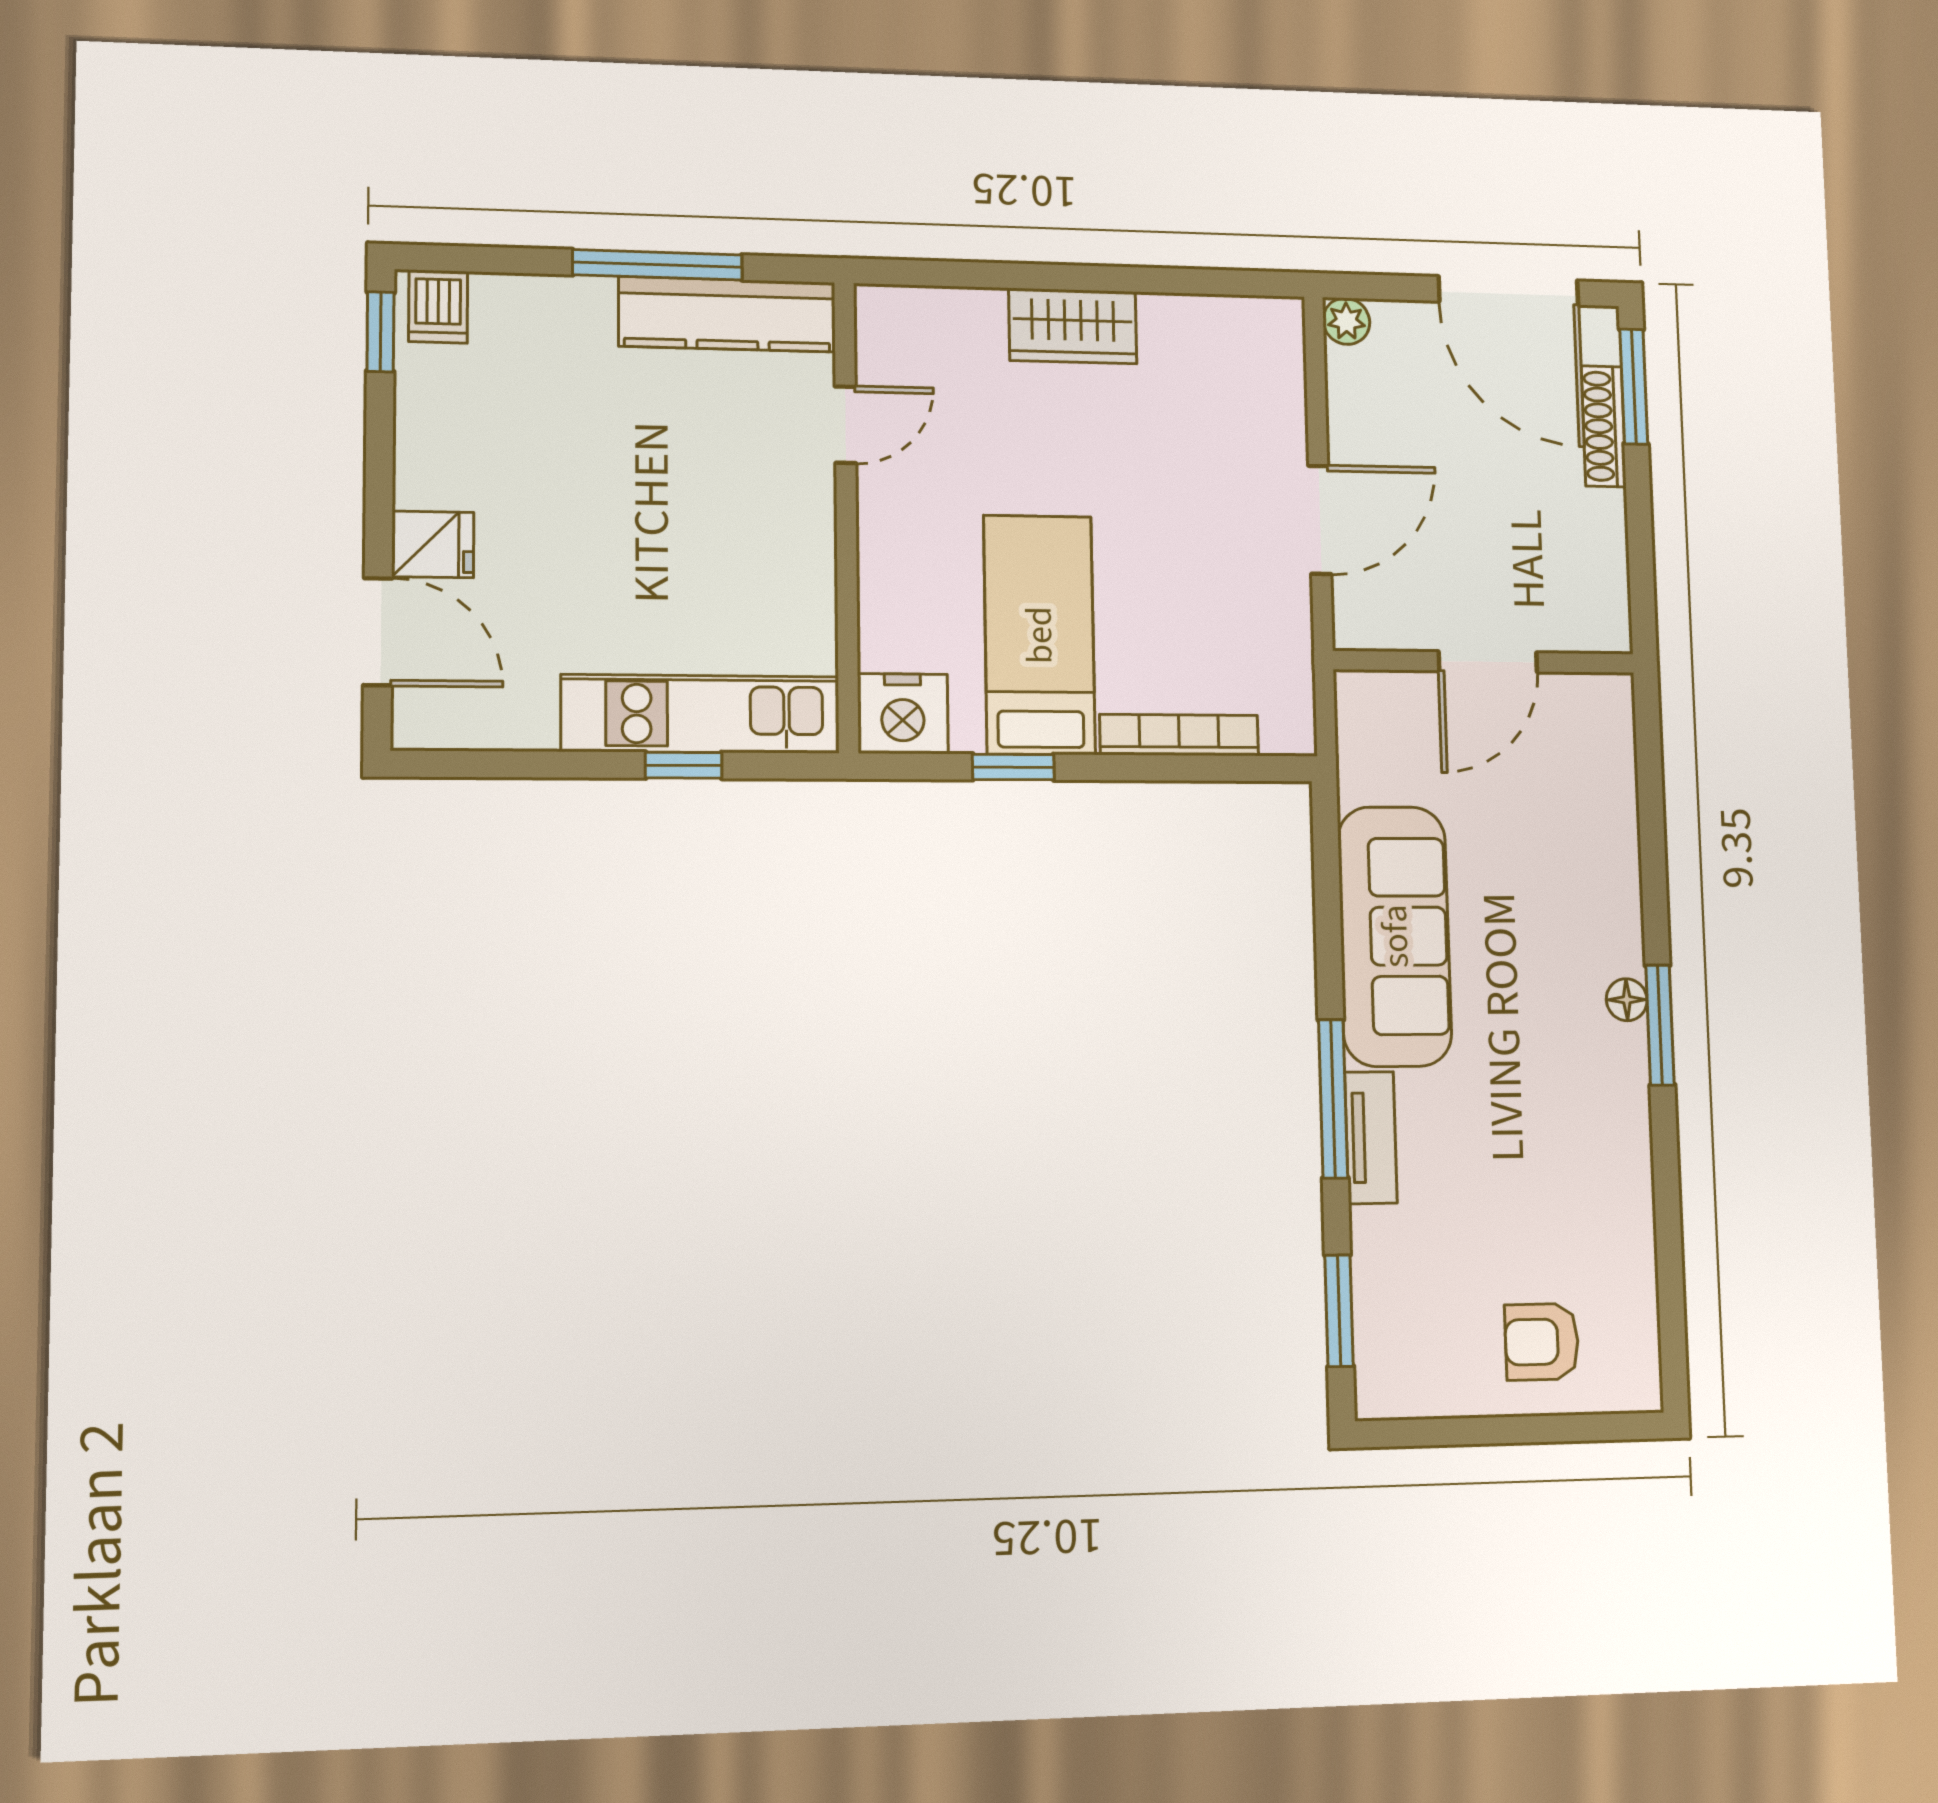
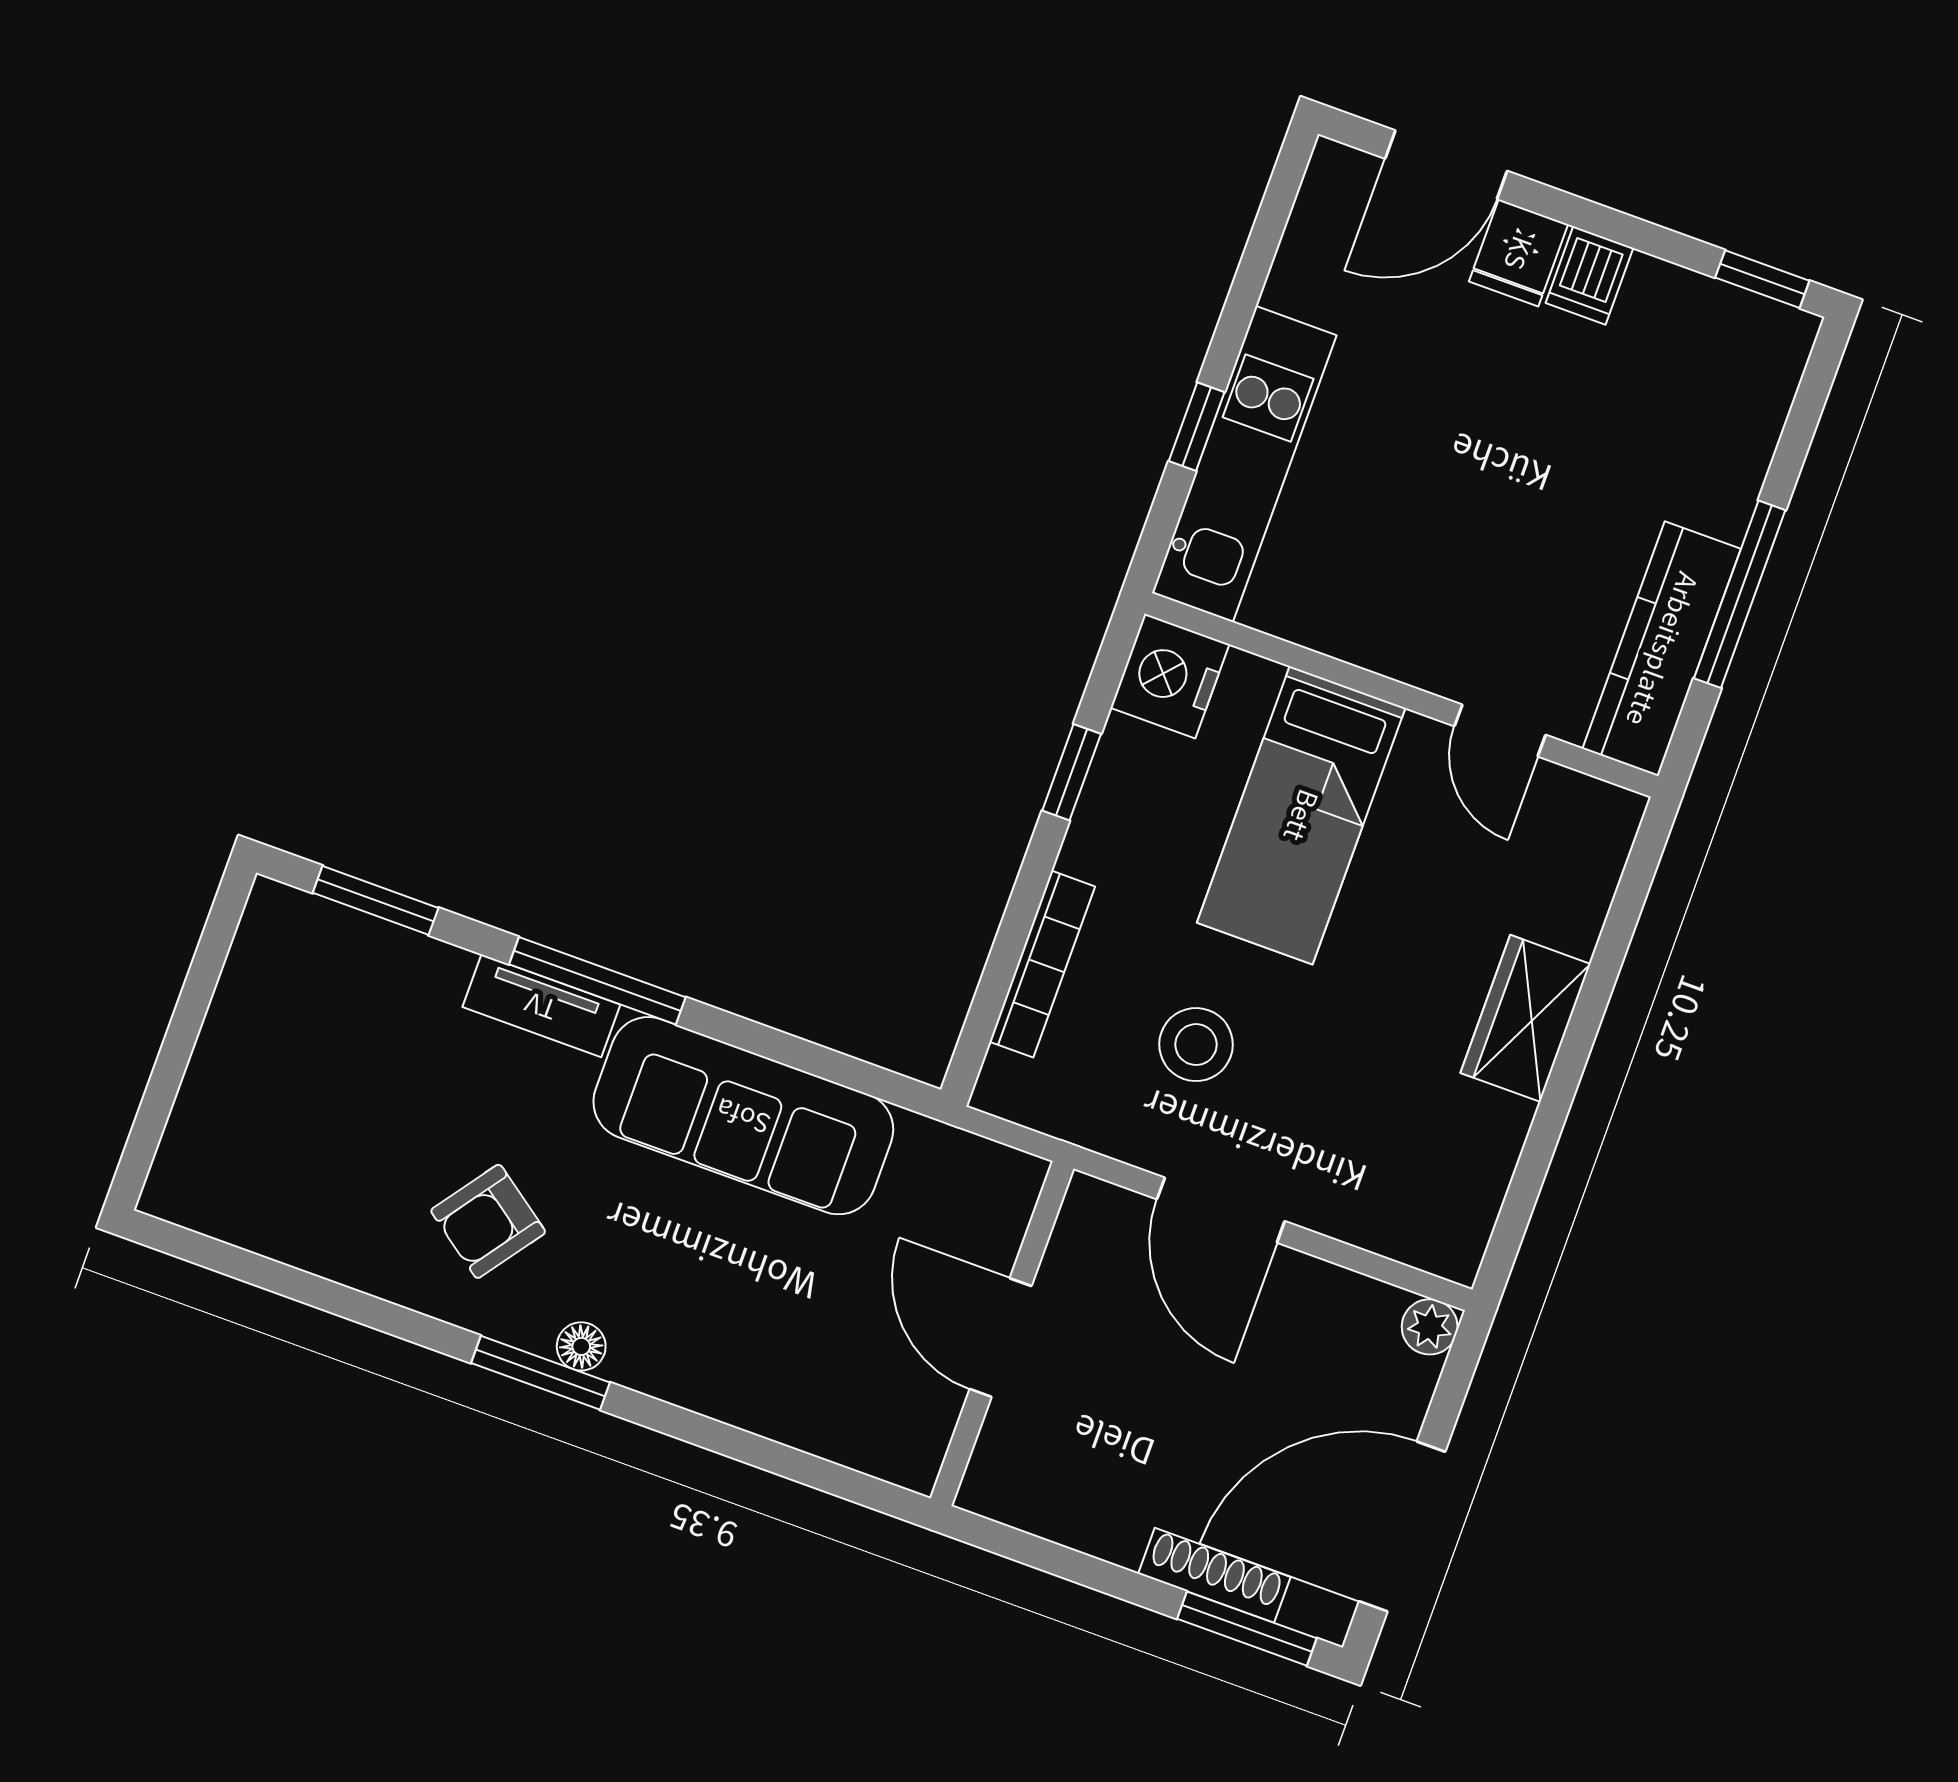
dishwasher: (438, 307) -> (1589, 275), moved, turned -90
stool: (1196, 586) -> (1196, 1045), added
bed: (1039, 635) -> (1301, 815), moved, turned 90
armchair: (1542, 1342) -> (488, 1221), moved, turned -144

